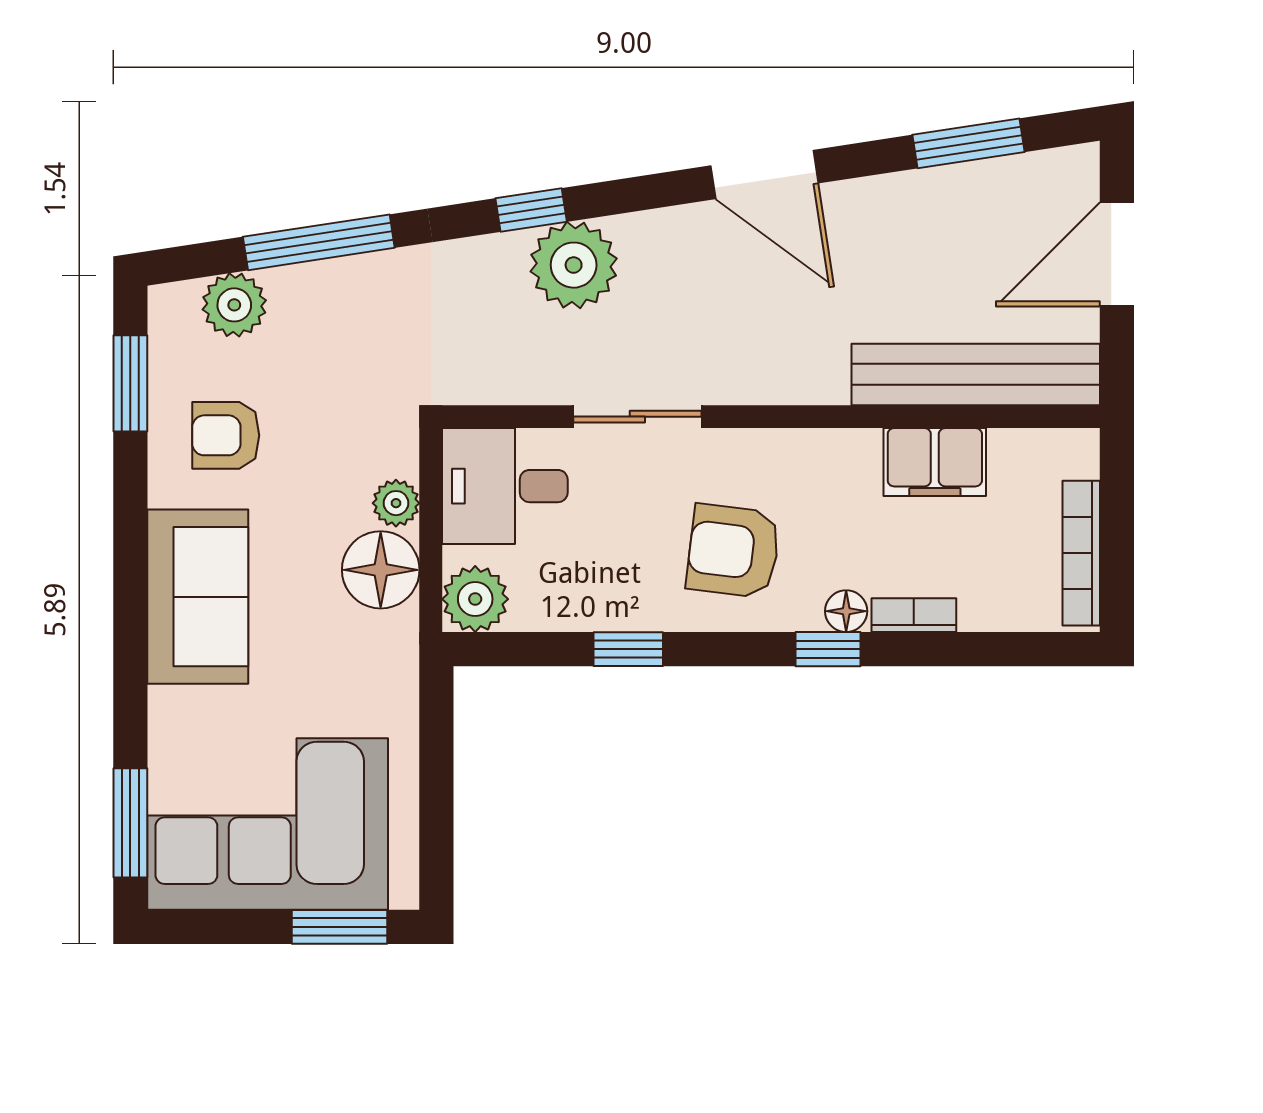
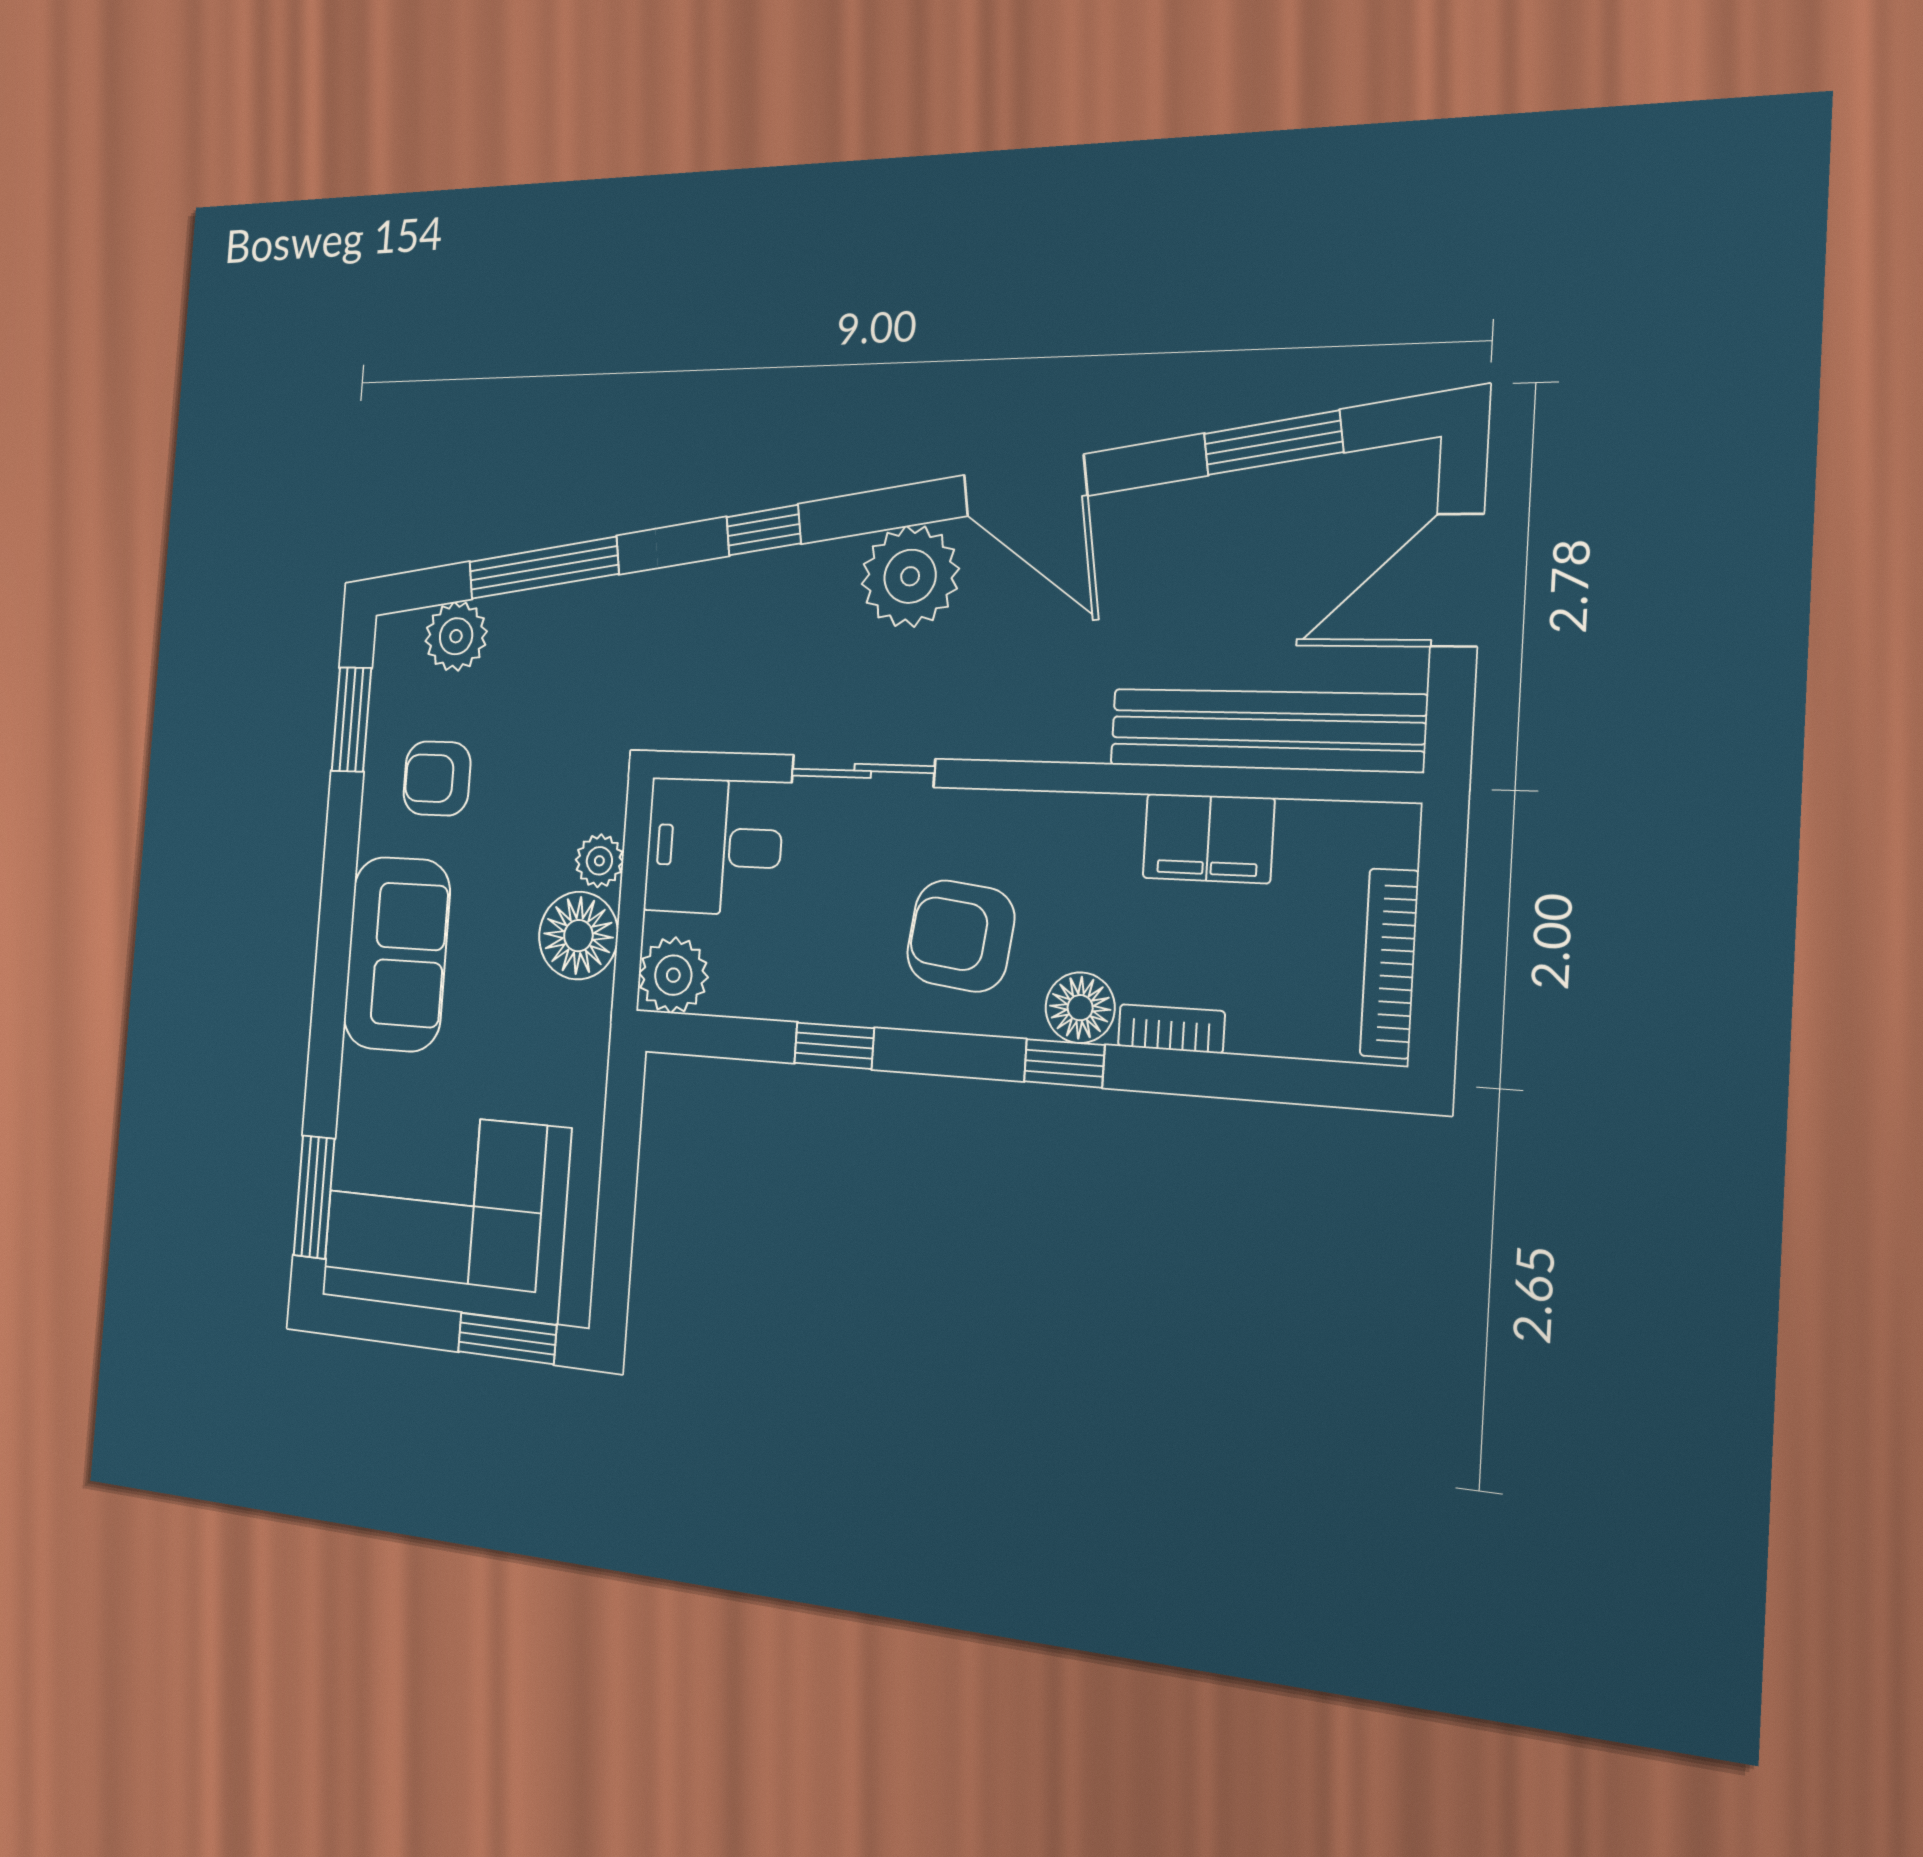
plant: (574, 265) -> (910, 576), moved
floor lamp: (846, 611) -> (1080, 1008), width x1.37, depth x1.37

